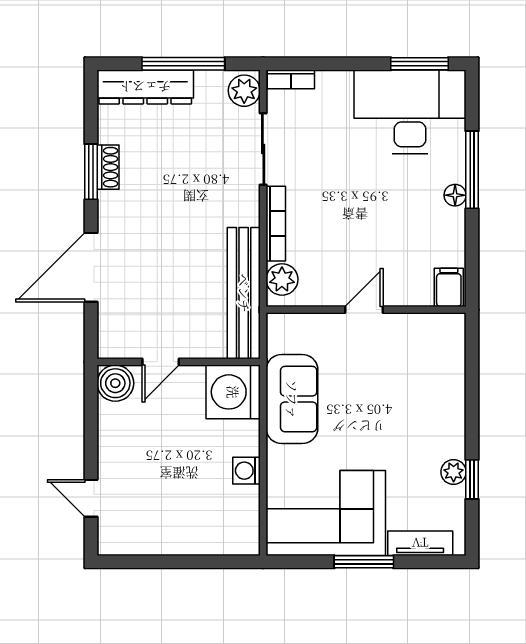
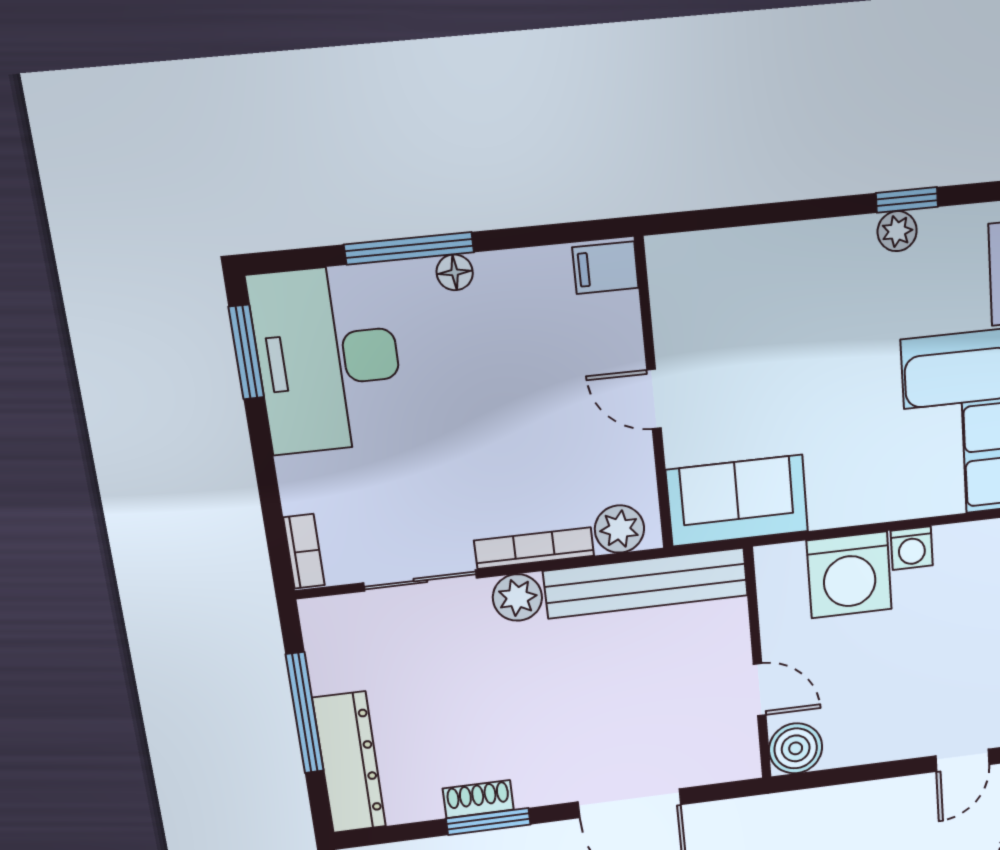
plant: (244, 91) -> (517, 597), moved
washing machine: (233, 392) -> (849, 575), moved
sofa: (292, 399) -> (737, 501), moved

